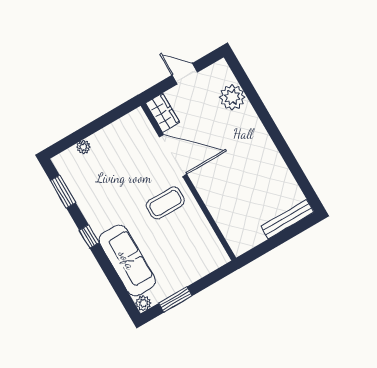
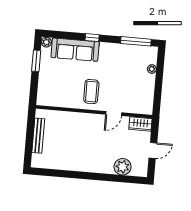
door: (173, 156) -> (114, 113), width x0.53
window: (63, 192) -> (136, 41), width x1.44
bench: (287, 219) -> (38, 136), moved
window: (89, 236) -> (92, 38), moved

